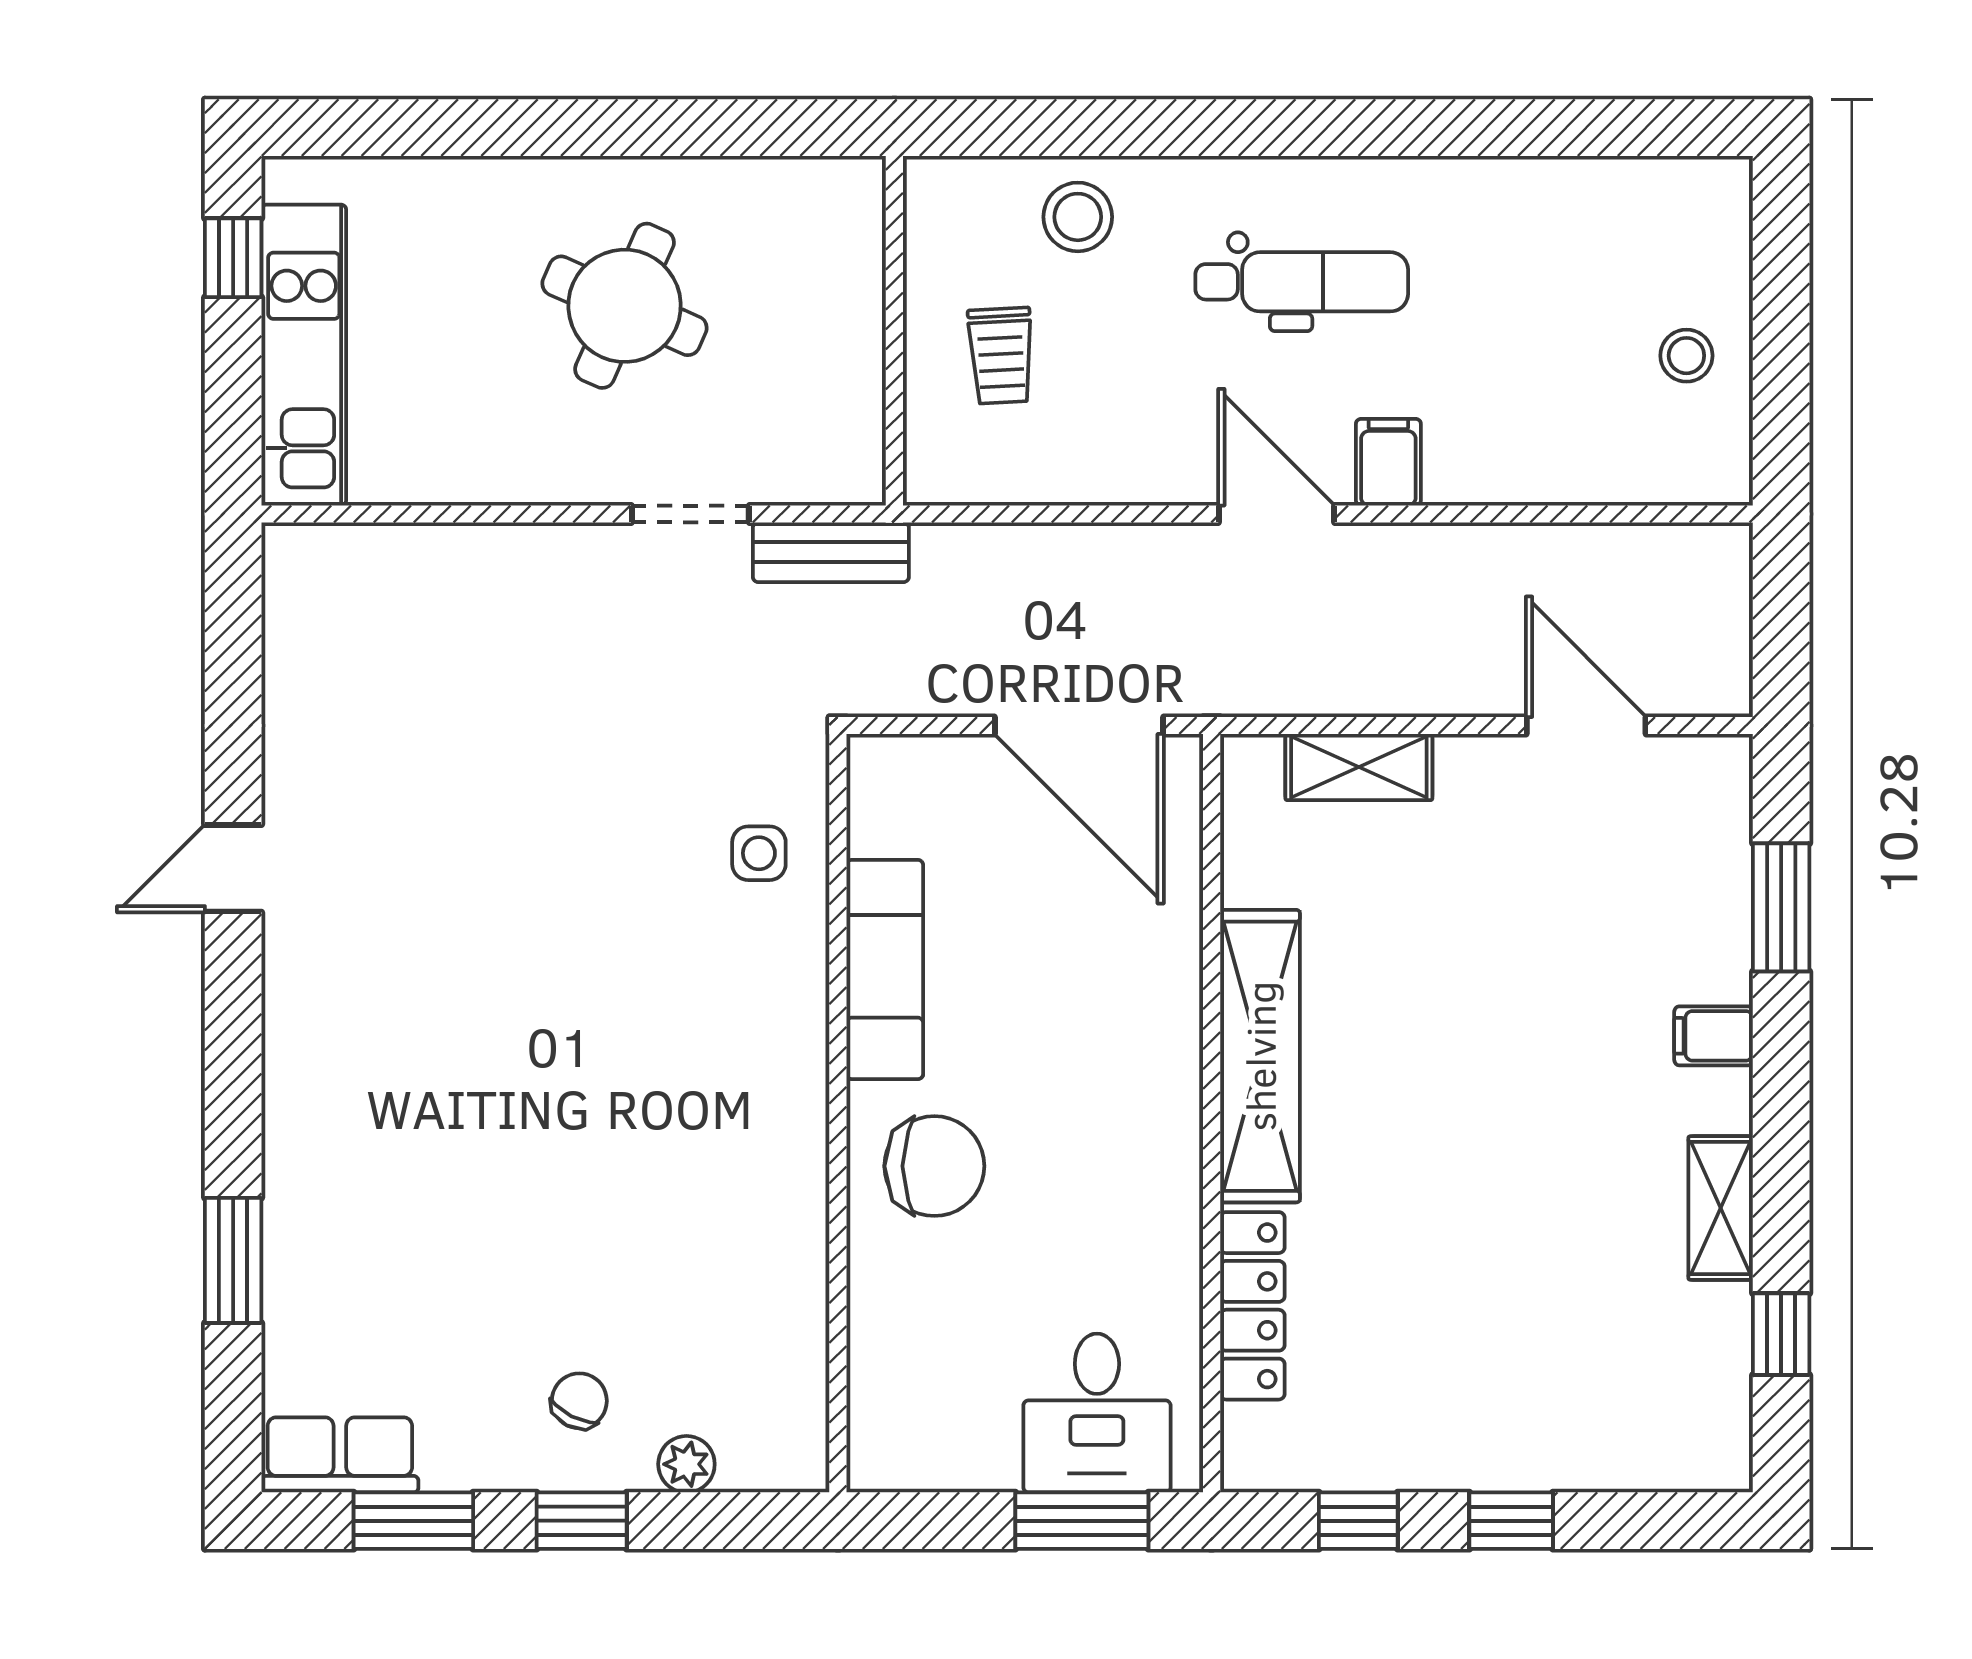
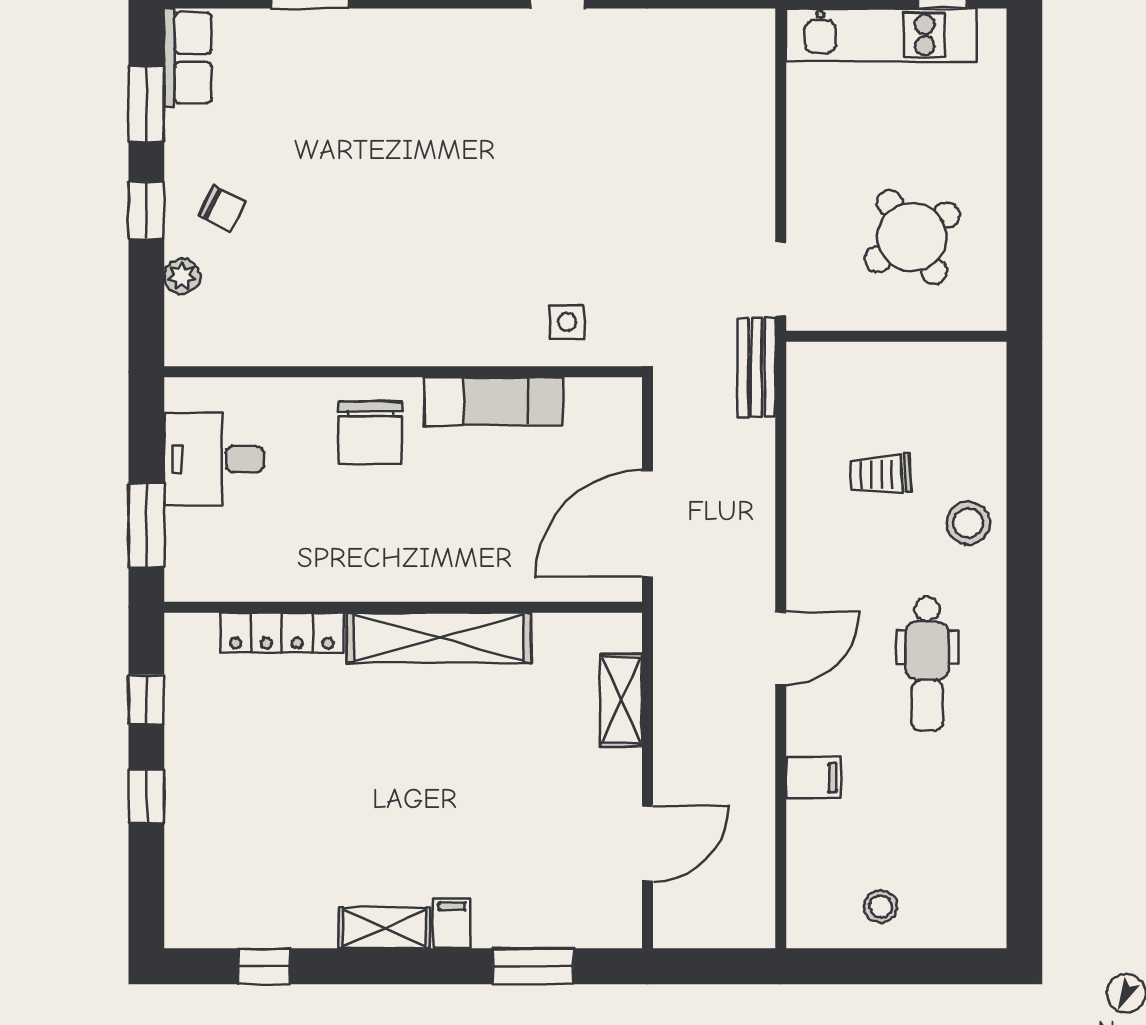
round table: (625, 306) -> (912, 237), turned 33
wall: (894, 331) -> (896, 336), moved
filing cabinet: (1388, 462) -> (813, 778), moved
shelving: (1721, 1208) -> (384, 928), moved
desk: (1097, 1413) -> (214, 459), moved

